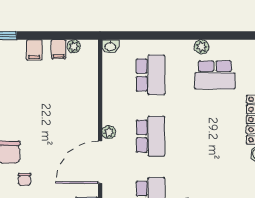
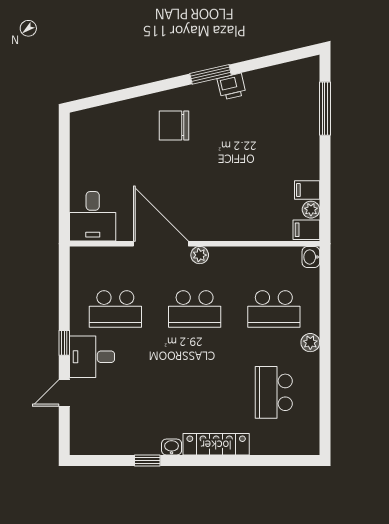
plant: (201, 47) -> (310, 343), moved
filing cabinet: (34, 50) -> (306, 230), moved
chair: (24, 179) -> (139, 146), removed

